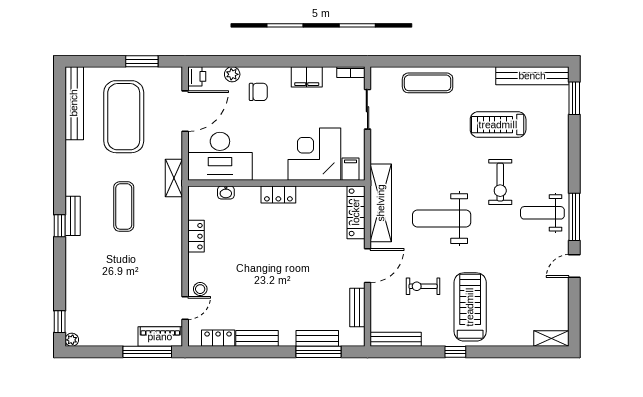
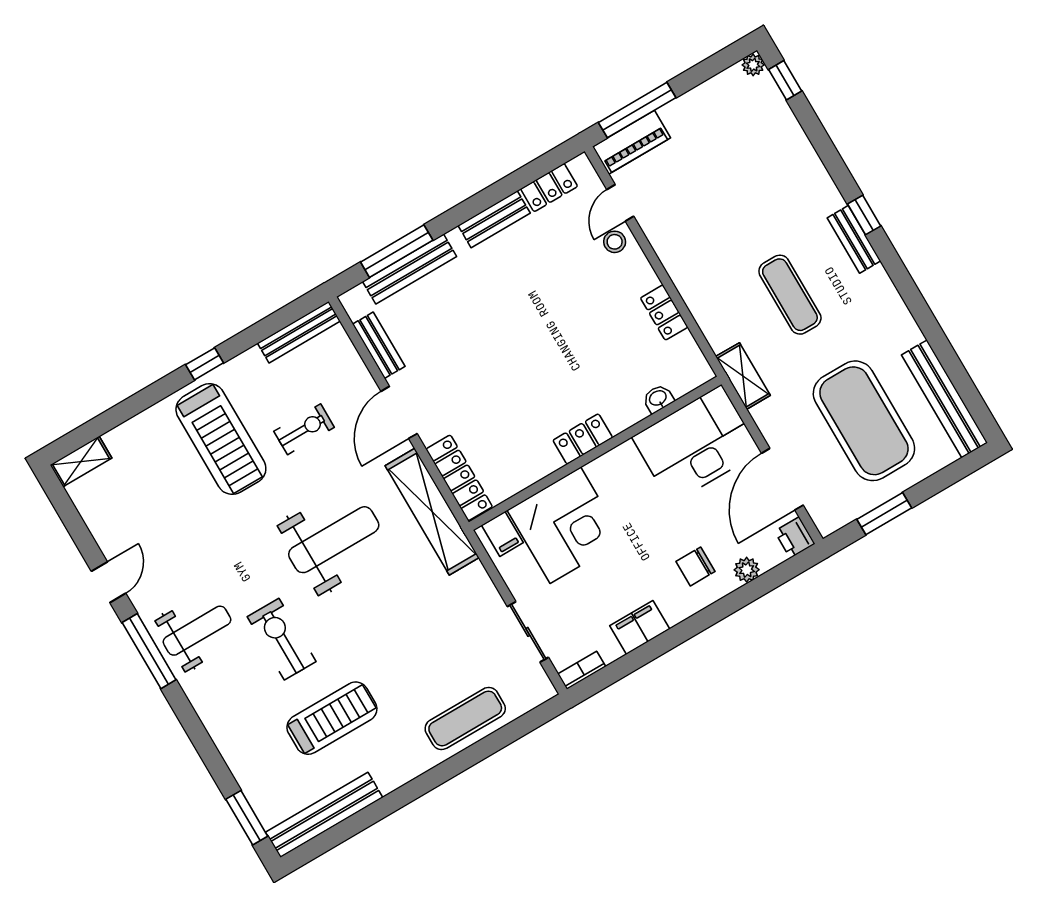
bench: (317, 338) -> (410, 269), width x1.36

